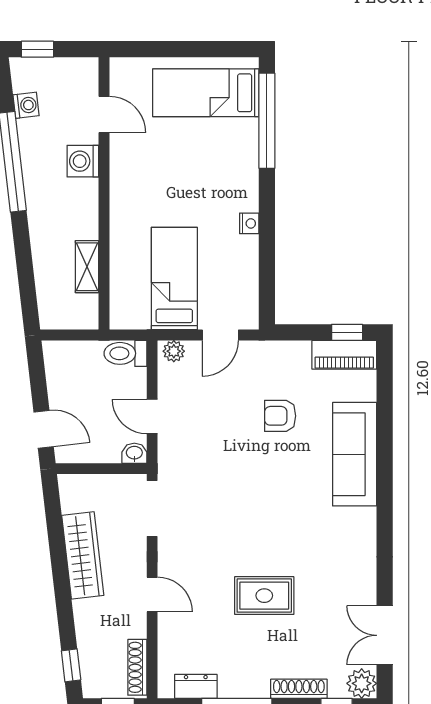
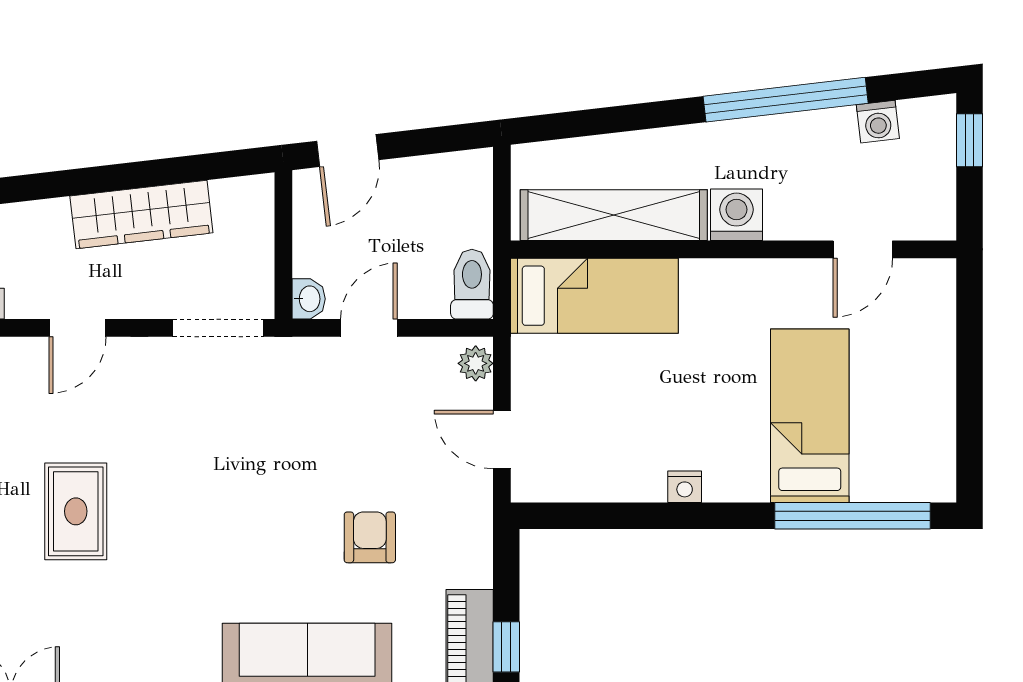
bed: (206, 93) -> (810, 416), moved
washing machine: (83, 161) -> (736, 215), moved
shelving: (87, 267) -> (614, 215), width x2.20, depth x1.33
bed: (174, 279) -> (594, 296), moved

